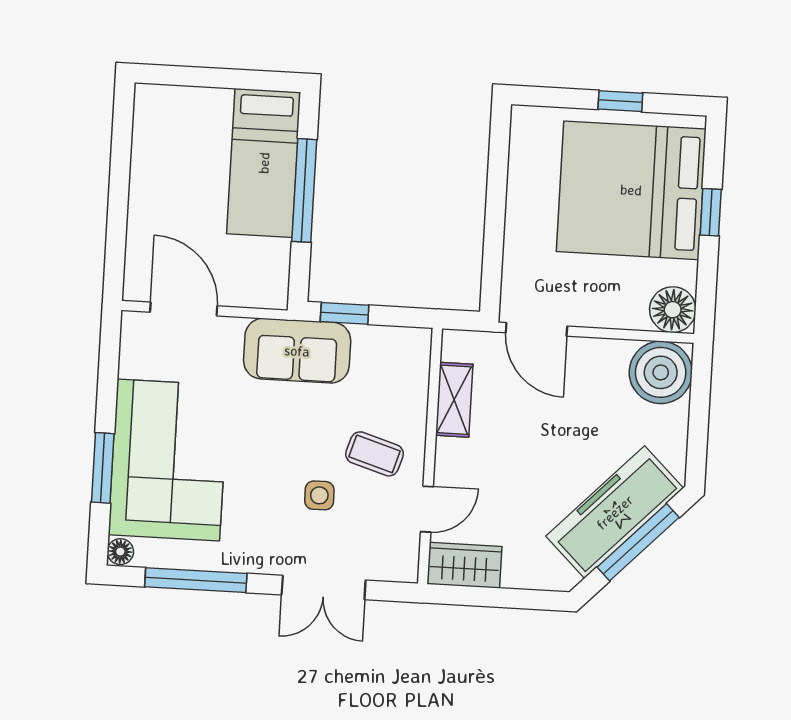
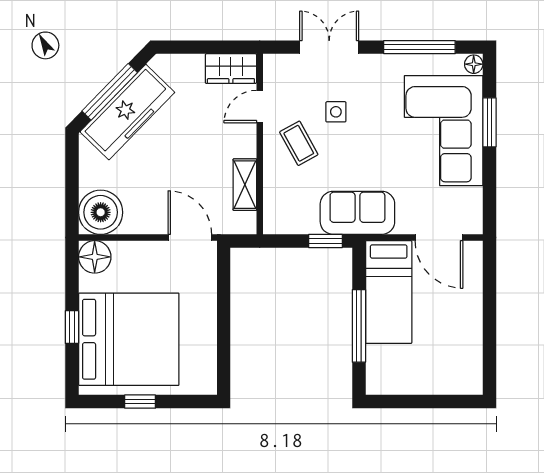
bed: (264, 163) -> (389, 292), moved, turned 180
coffee table: (375, 454) -> (299, 143), turned 44

